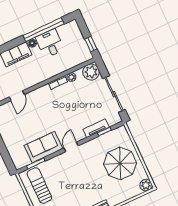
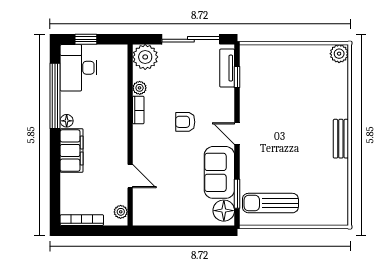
desk: (50, 43) -> (79, 68), moved, width x1.37
window: (91, 44) -> (86, 39), moved
armchair: (64, 113) -> (185, 122), added
tv unit: (96, 128) -> (227, 68), moved
floor lamp: (22, 160) -> (224, 211), added
parasol: (120, 163) -> (292, 76), removed

